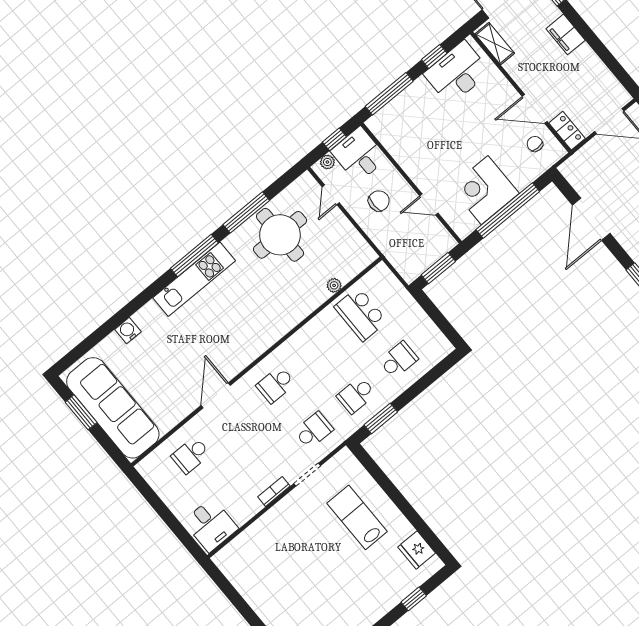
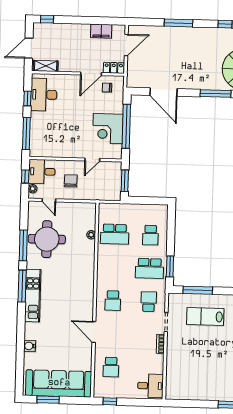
filing cabinet: (566, 34) -> (101, 31), moved
school desk: (399, 360) -> (150, 235), turned 180
school desk: (356, 395) -> (150, 268), width x1.85
window: (382, 479) -> (198, 290), added
window: (147, 491) -> (110, 401), added

